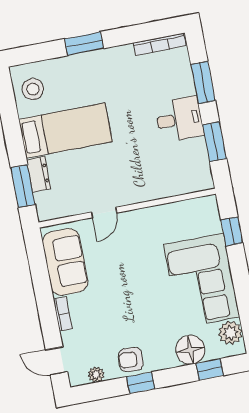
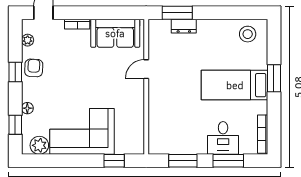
desk: (179, 119) -> (223, 138), moved
bed: (65, 131) -> (235, 85), moved, turned 90
door: (104, 213) -> (146, 69), hinge flipped
floor lamp: (190, 350) -> (27, 108), width x0.53, depth x0.53

